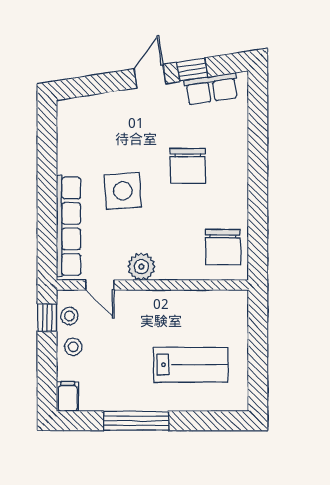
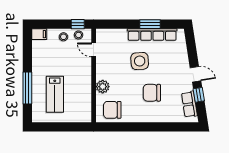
window: (47, 170) -> (150, 24), added
row of seats: (69, 226) -> (152, 35), moved
plant: (141, 267) -> (103, 87), moved
door: (100, 285) -> (94, 50), hinge flipped
window: (136, 421) -> (27, 88), moved

